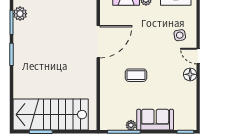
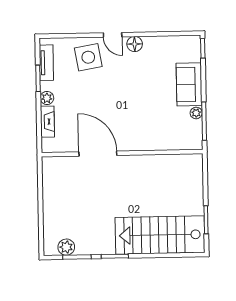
side table: (180, 35) -> (88, 57), width x1.87, depth x1.87
door: (198, 56) -> (113, 35), hinge flipped
coffee table: (136, 75) -> (137, 108), removed
stairs: (51, 115) -> (160, 235), moved, turned 90

